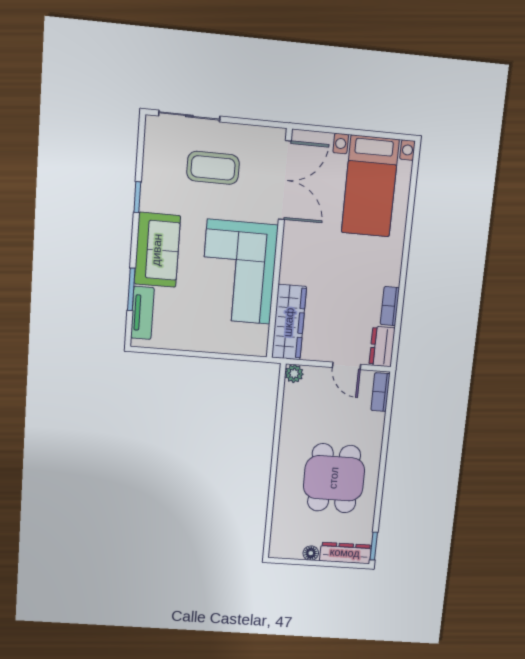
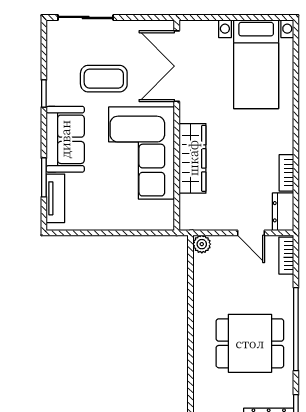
coffee table: (213, 168) -> (104, 79), moved
double door: (285, 180) -> (177, 66), swing flipped
wardrobe: (289, 322) -> (193, 158), moved
window: (382, 467) -> (296, 329), added
dining table: (334, 478) -> (250, 343), turned 90

